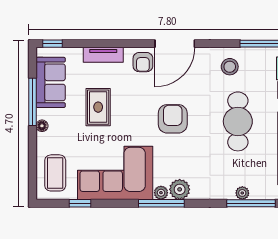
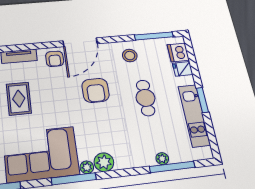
armchair: (173, 119) -> (96, 90), moved, turned 180
cafe table: (238, 121) -> (146, 98), width x0.73, depth x0.74
window: (161, 203) -> (74, 179), moved

